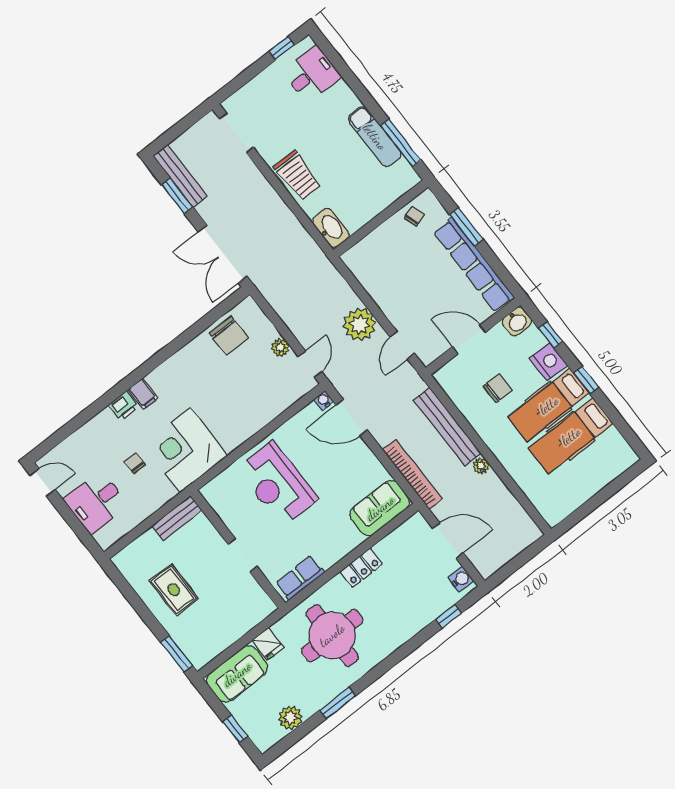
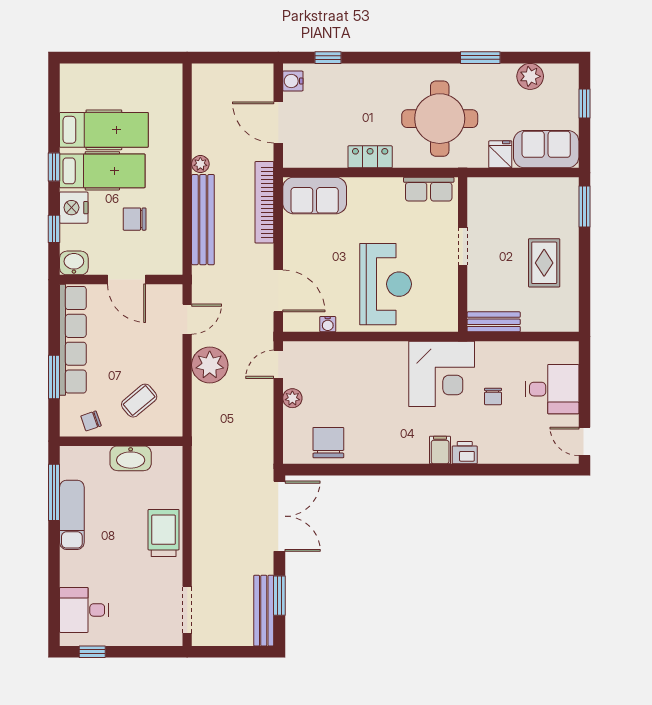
washbasin: (331, 228) -> (131, 458), moved, turned -90
coffee table: (391, 258) -> (139, 401), added
water cooler: (324, 400) -> (328, 324), moved

